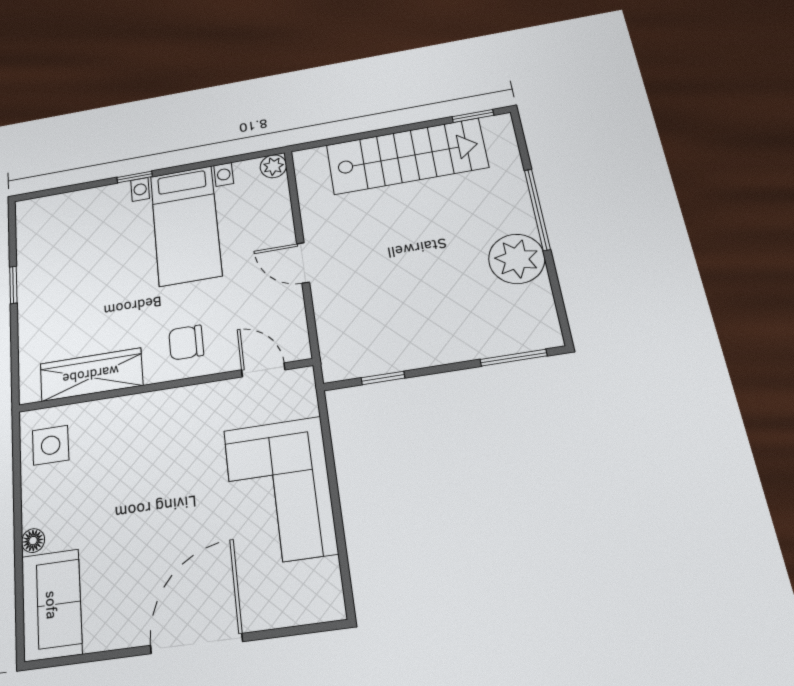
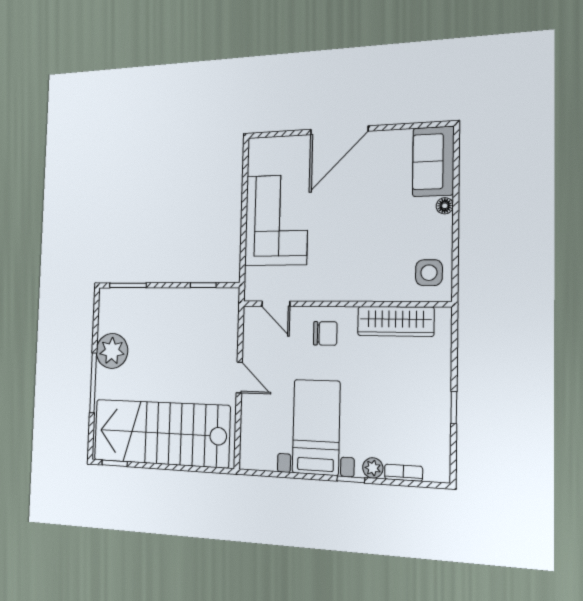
stairs: (406, 156) -> (161, 433), width x1.36, depth x1.51
plant: (273, 166) -> (373, 468), moved
bookcase: (70, 200) -> (404, 473), added

